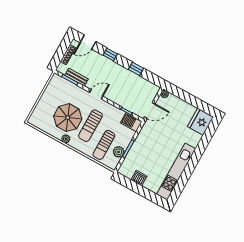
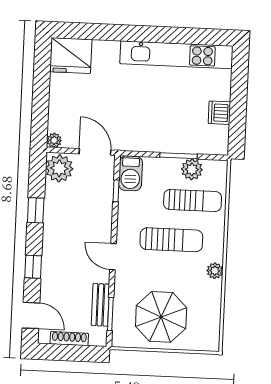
plant: (150, 90) -> (59, 168), added
parasol: (68, 118) -> (161, 317), moved

